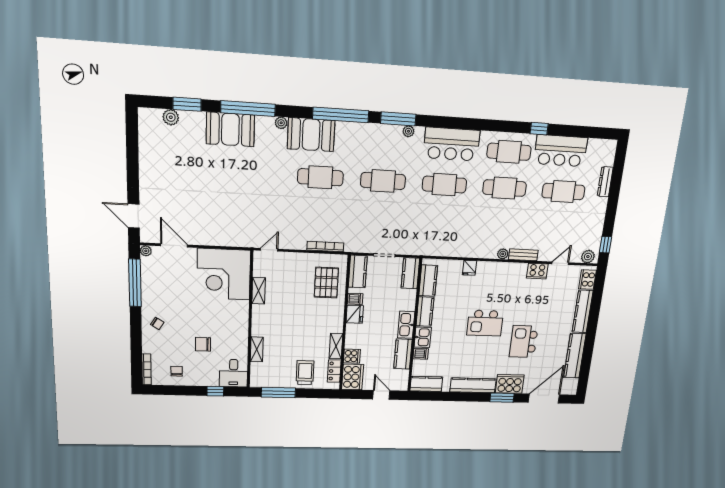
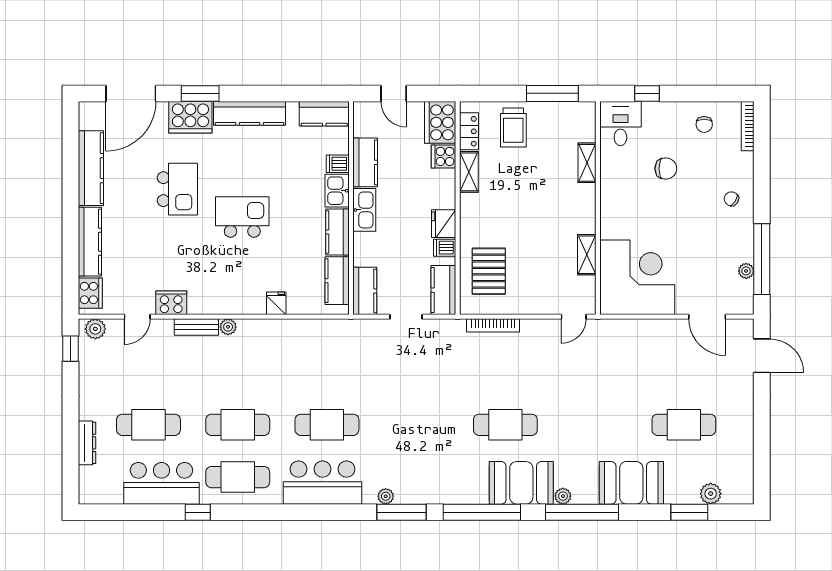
window: (248, 108) -> (582, 512), moved
cafe table: (383, 181) -> (684, 425), moved
plant: (146, 251) -> (746, 271), moved

